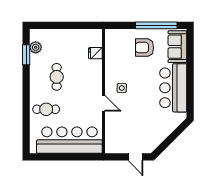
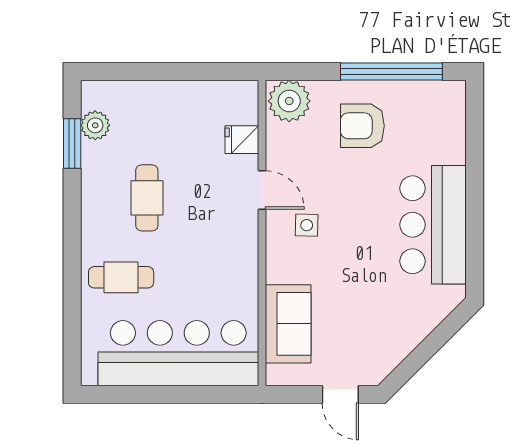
plant: (115, 37) -> (289, 101), added
sofa: (177, 47) -> (288, 324), moved, turned 180
door: (104, 103) -> (262, 190), moved

